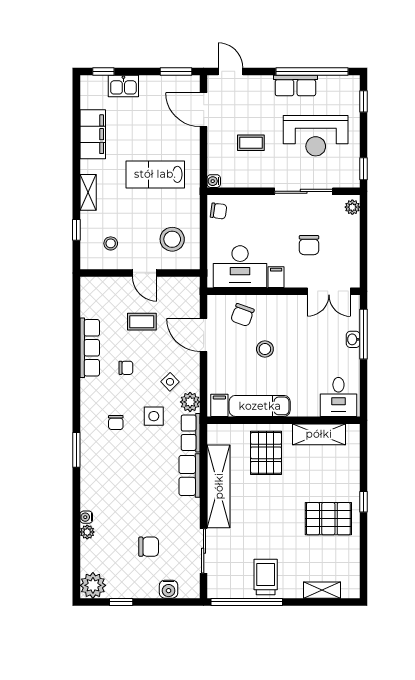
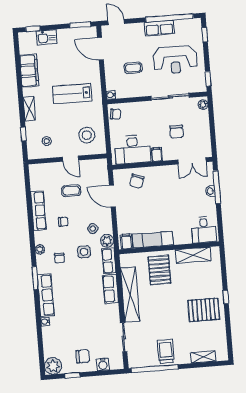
stool: (265, 349) -> (153, 202), removed
row of seats: (90, 477) -> (46, 295), added
plant: (87, 532) -> (40, 249), moved
chair: (149, 547) -> (83, 356), moved

